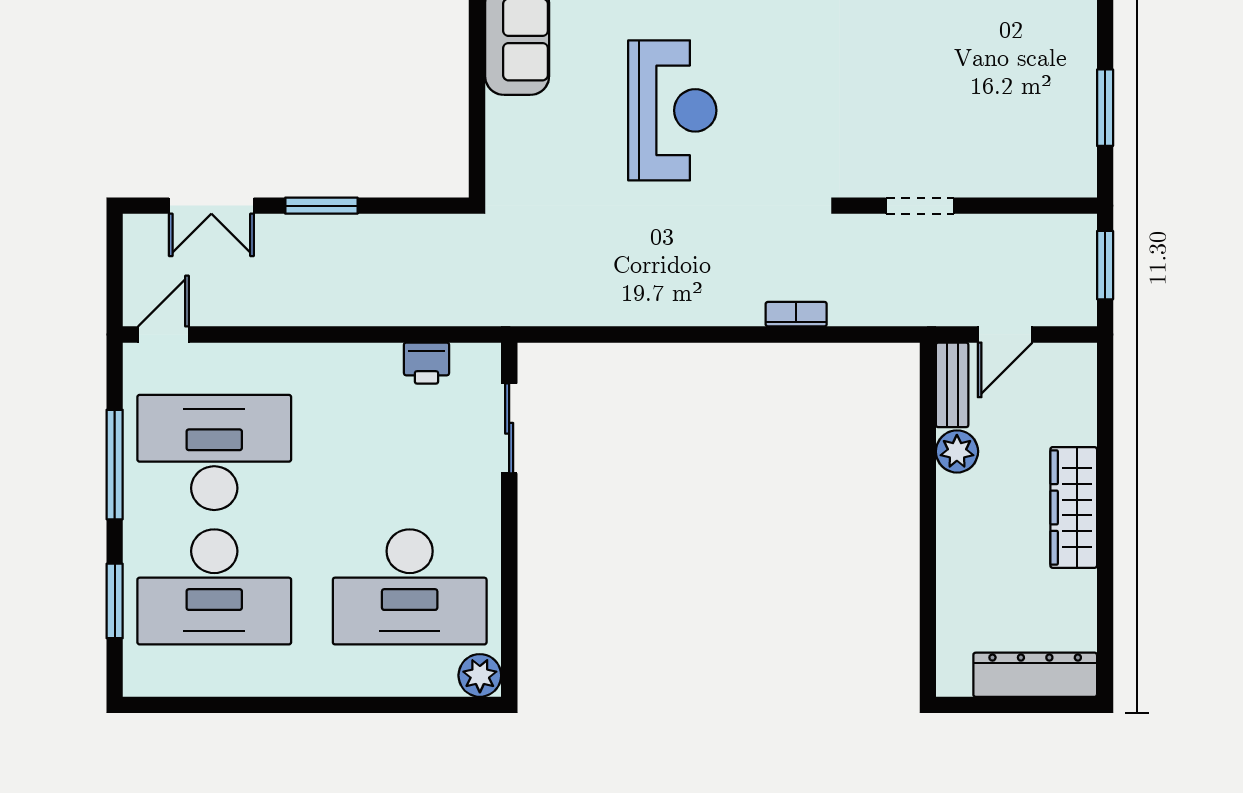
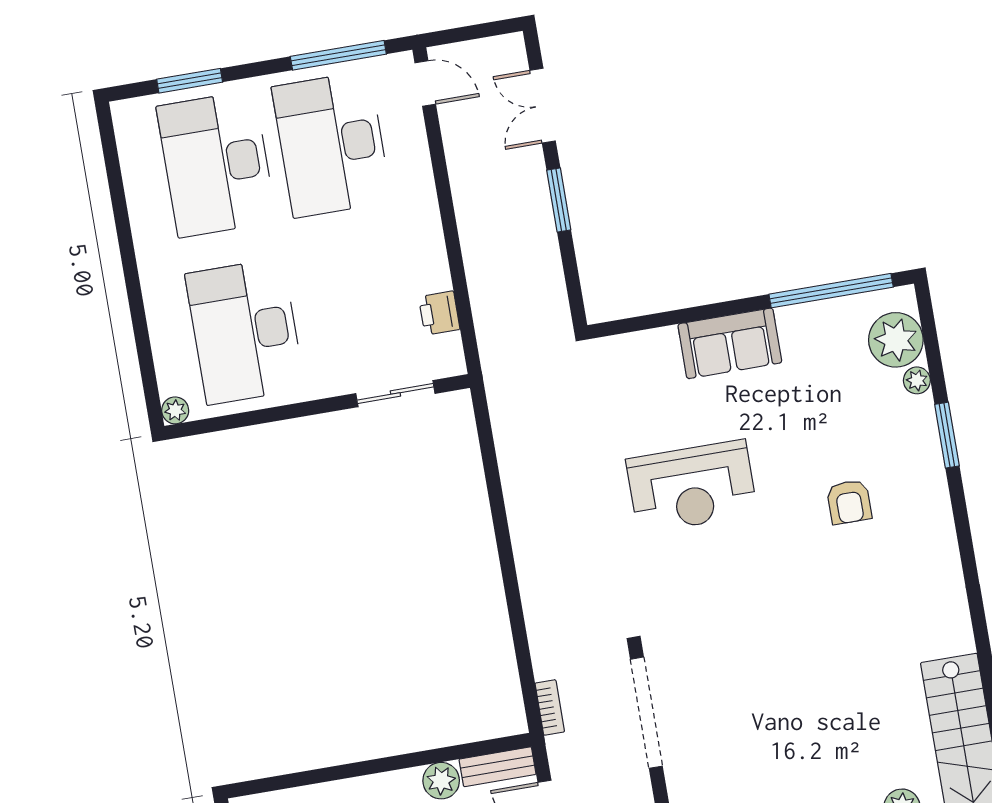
doorway: (920, 206) -> (646, 713), width x1.88
bookcase: (796, 314) -> (550, 707), moved
desk: (214, 452) -> (332, 144), turned 180
window: (115, 465) -> (338, 55), moved
plant: (480, 675) -> (175, 410), width x0.73, depth x0.73

